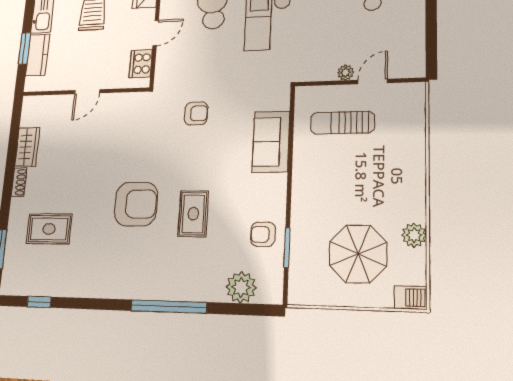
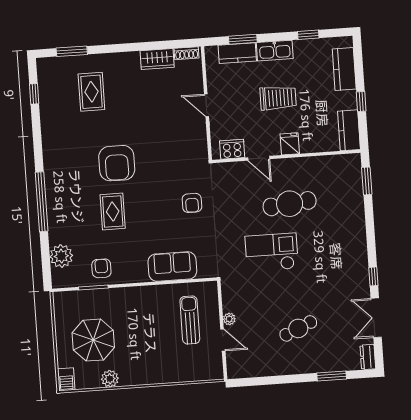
shoe rack: (19, 182) -> (187, 53), moved
rug: (193, 214) -> (113, 211), turned 90

